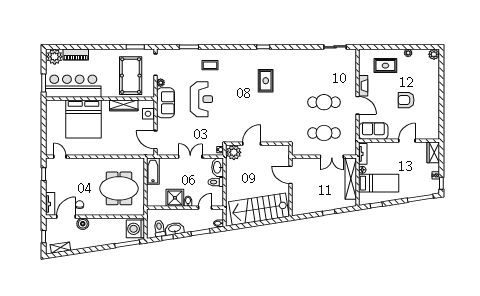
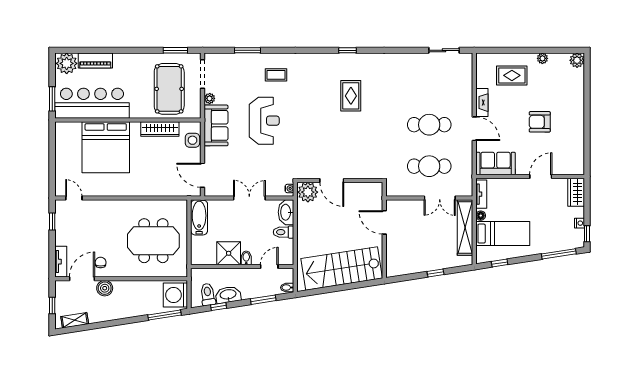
door: (252, 144) -> (332, 181), swing flipped

